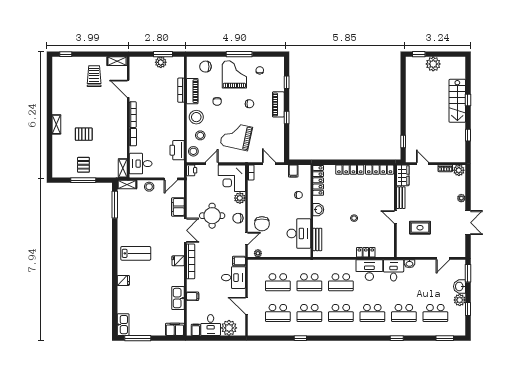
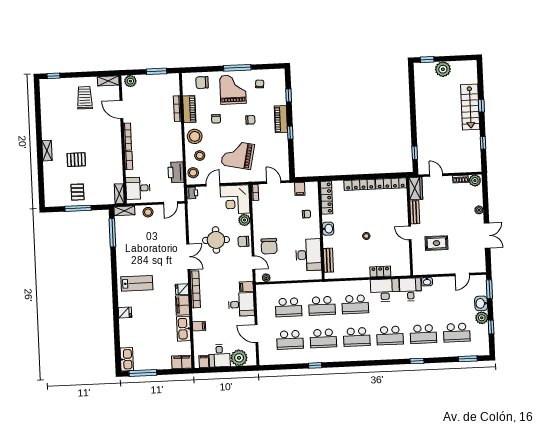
plant: (161, 62) -> (130, 81), moved
filing cabinet: (178, 207) -> (183, 305), moved
door: (246, 239) -> (253, 263), hinge flipped

